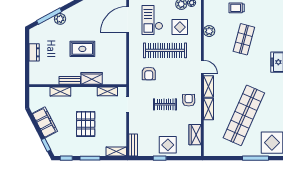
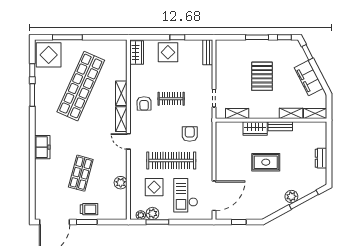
checkout: (152, 20) -> (186, 195), turned 180
wardrobe: (195, 135) -> (137, 53), moved
shelving: (116, 151) -> (315, 113), moved

